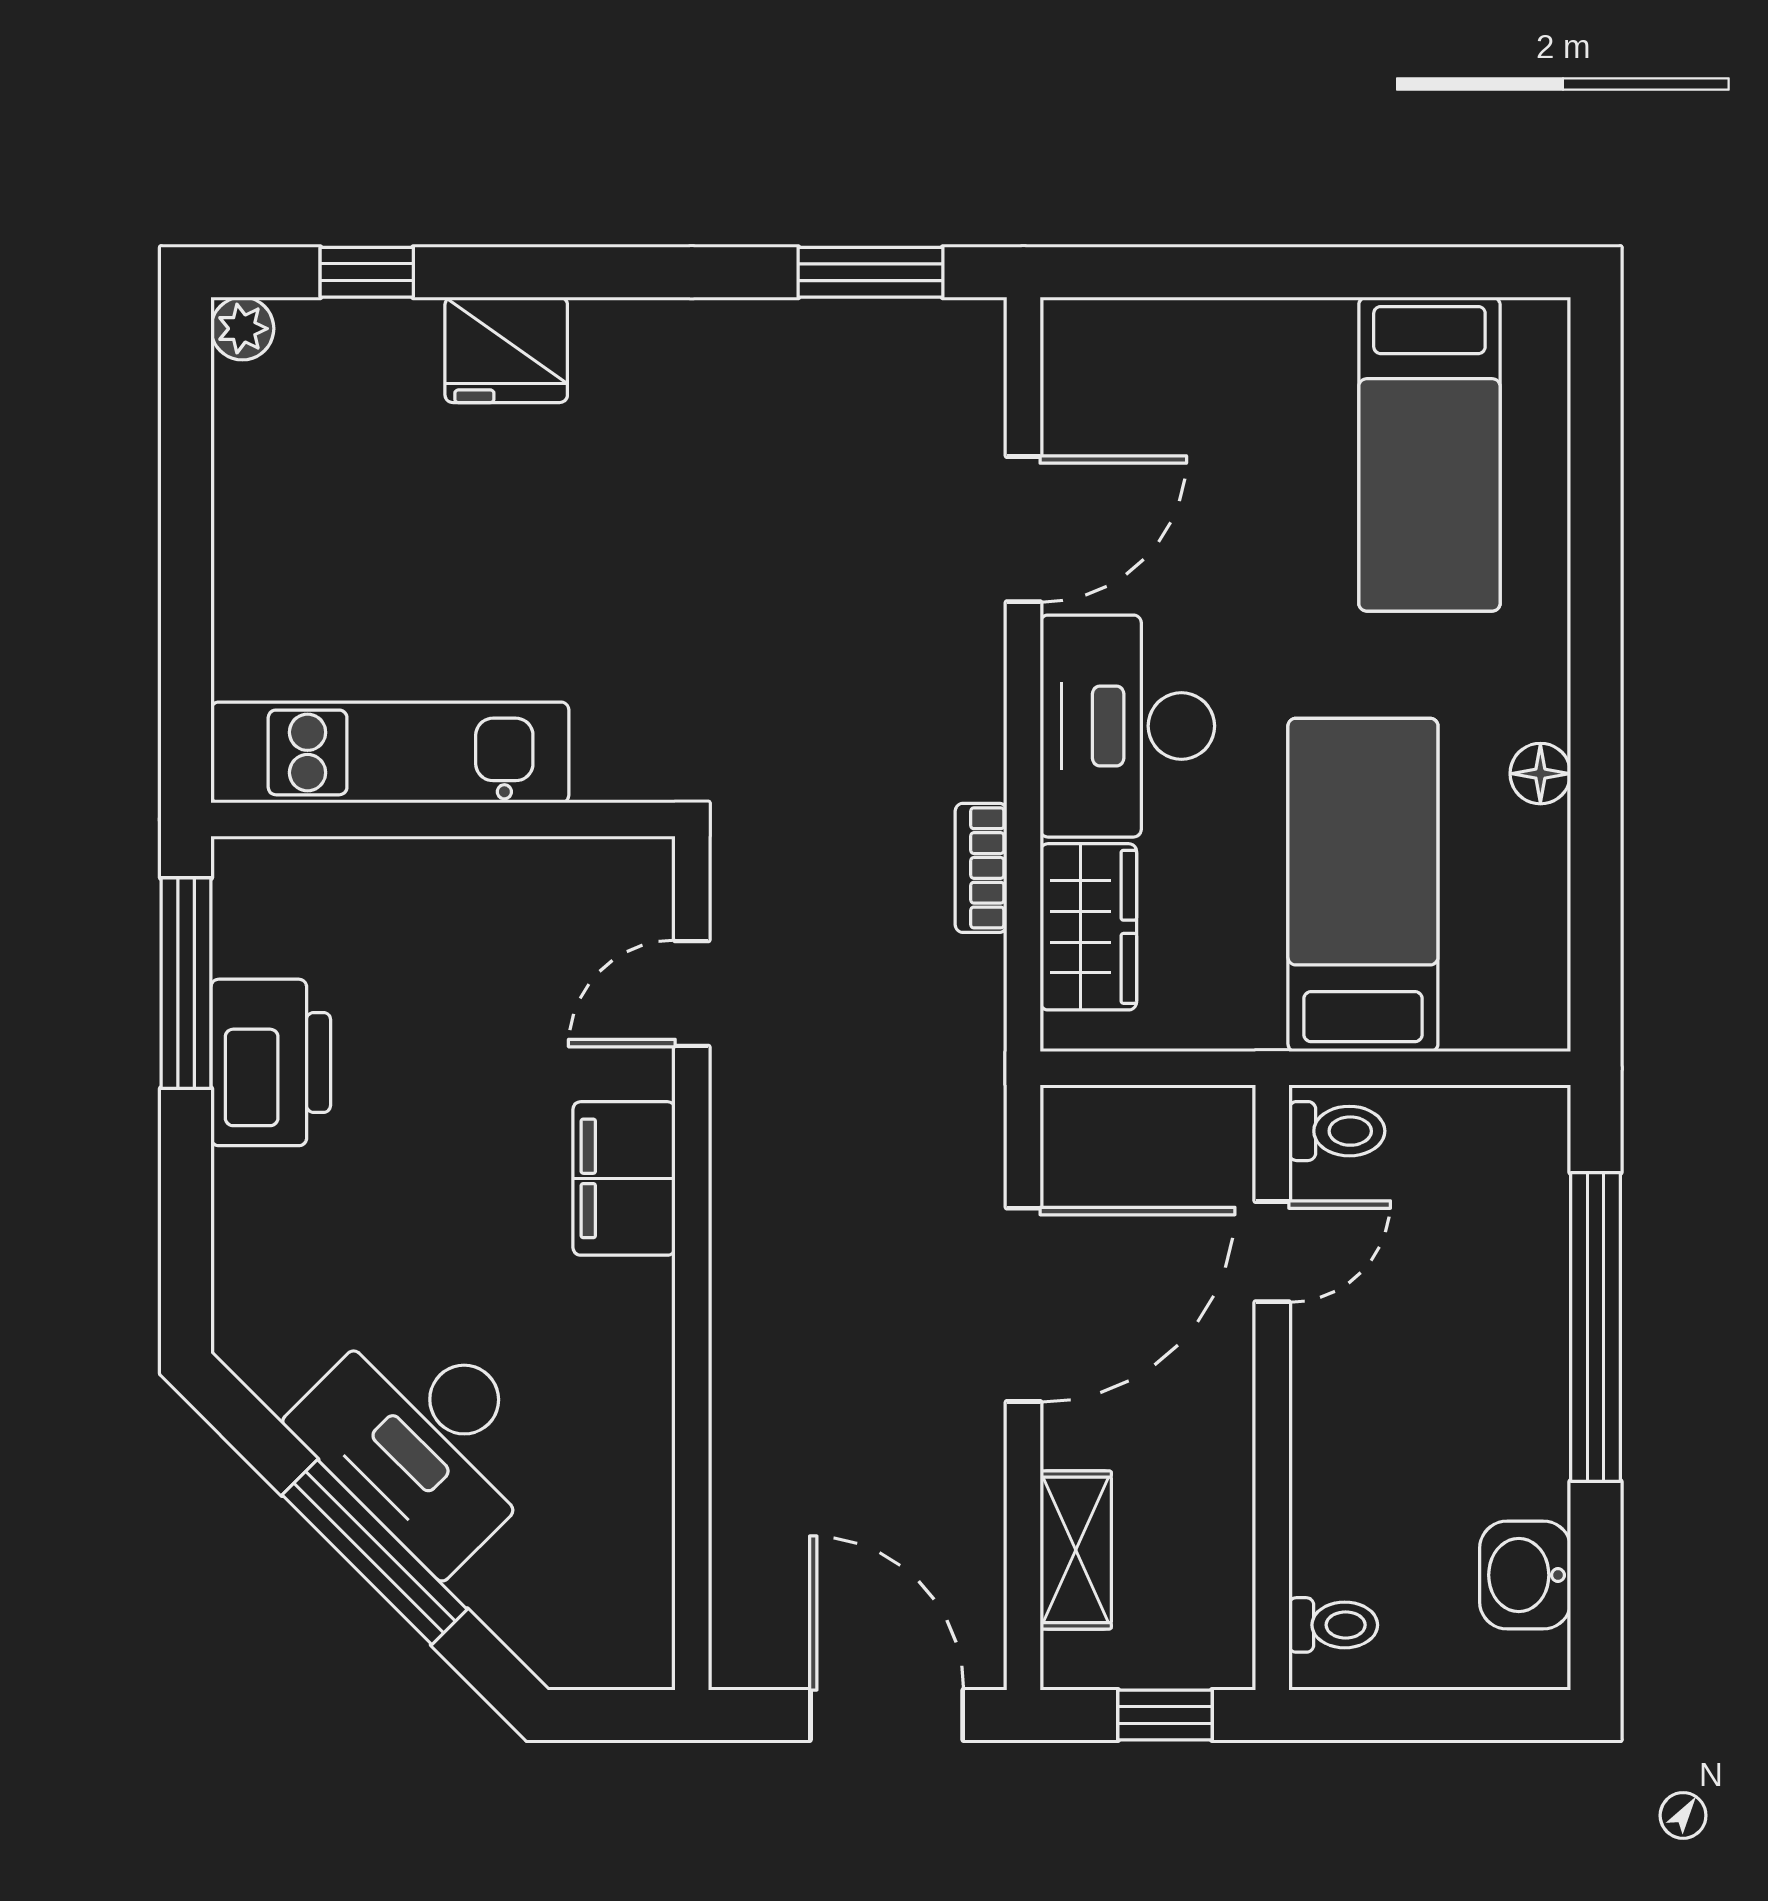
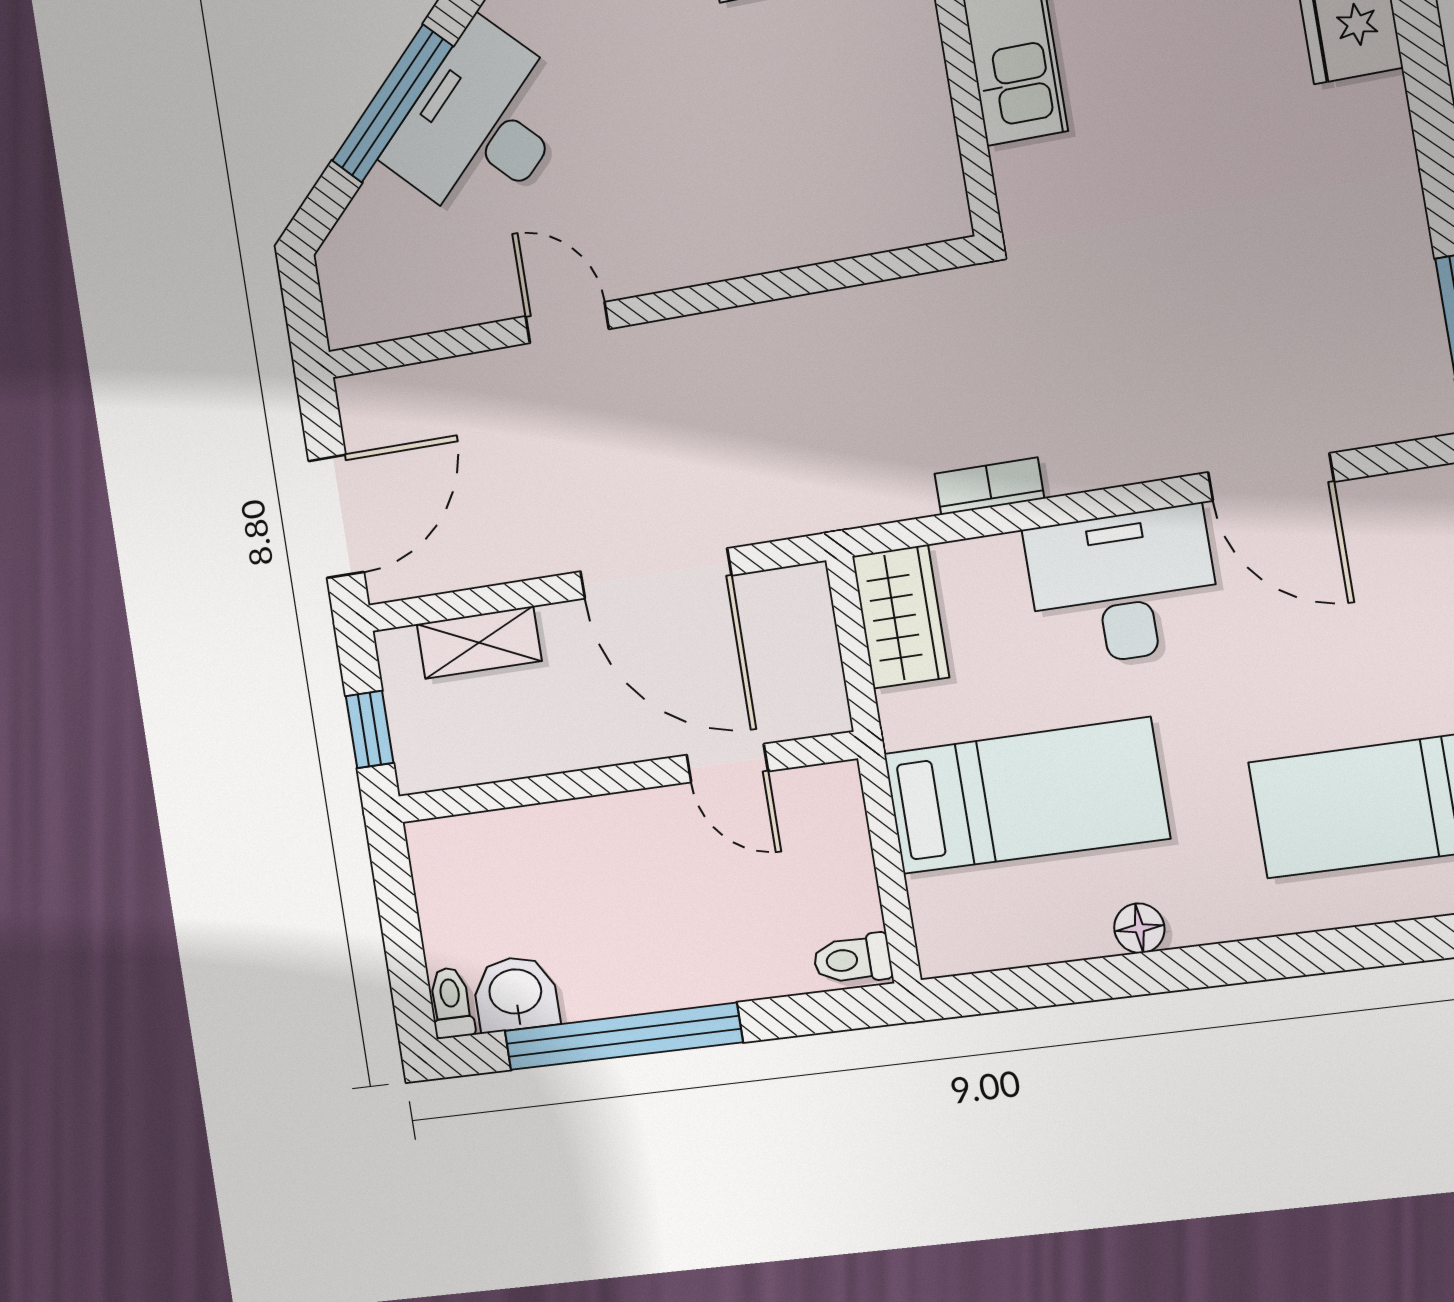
wardrobe: (1088, 927) -> (901, 617), moved, turned -90
door: (692, 993) -> (567, 323), moved
toilet: (1337, 1131) -> (852, 959), moved, turned 90
filing cabinet: (624, 1178) -> (701, 244), removed
window: (1596, 1327) -> (623, 1036), moved
toilet: (1333, 1625) -> (451, 1003), moved, turned 180

